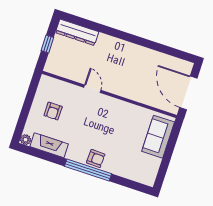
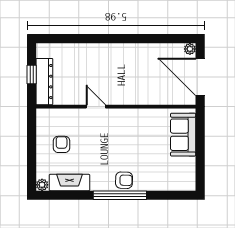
dresser: (77, 32) -> (44, 82), moved, turned -90
plant: (188, 66) -> (190, 49), added
armchair: (53, 111) -> (62, 144), turned 180

